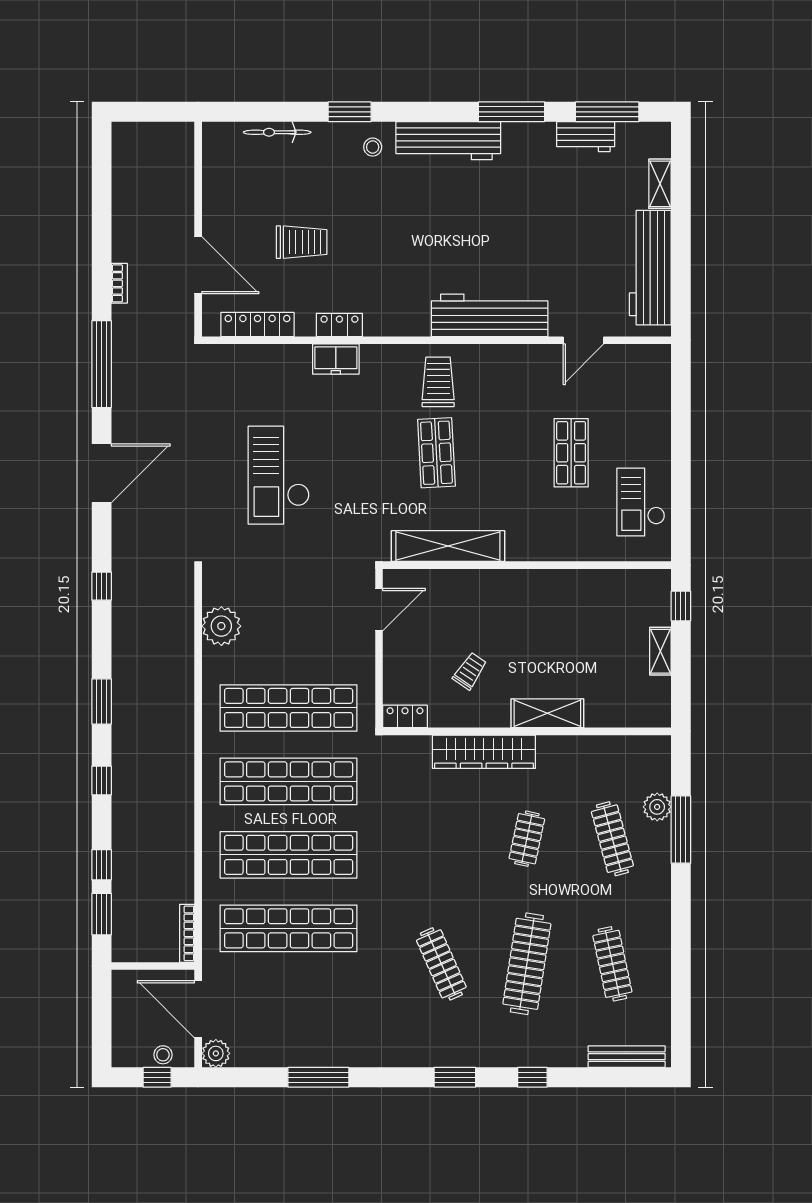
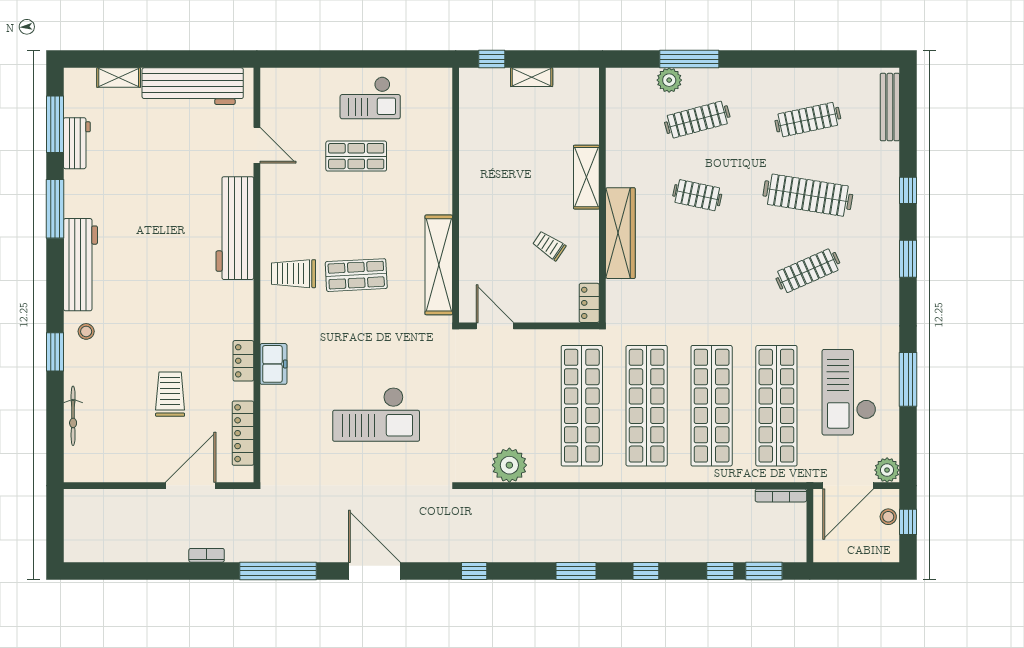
checkout: (641, 502) -> (370, 98), moved
checkout: (304, 1010) -> (849, 392), added

